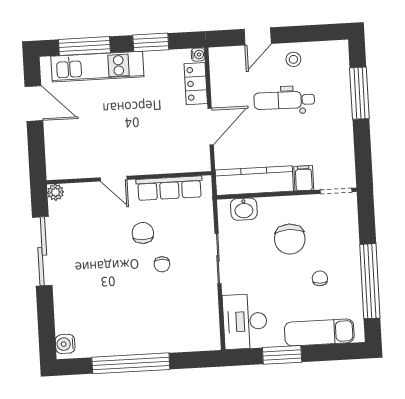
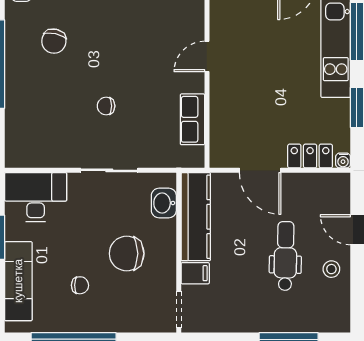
row of seats: (169, 188) -> (192, 119), width x0.68
chair: (143, 233) -> (54, 41), moved, turned 103

